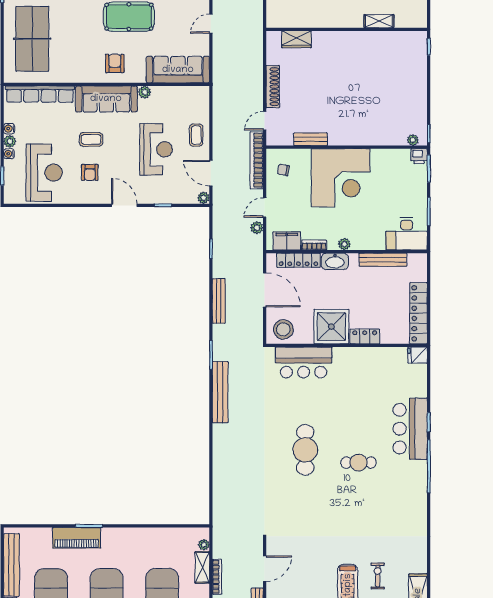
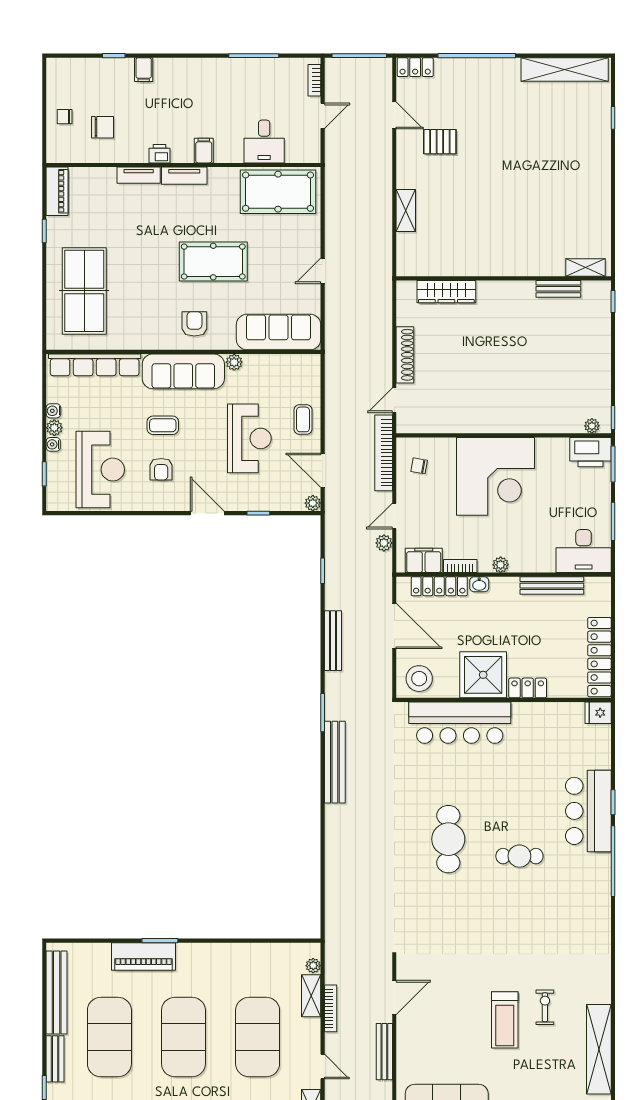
shelving: (379, 21) -> (585, 268), moved
wardrobe: (296, 39) -> (446, 292), width x1.50
bench: (311, 139) -> (558, 289), moved
printer: (419, 156) -> (590, 452), width x1.87, depth x1.48
washbasin: (335, 261) -> (479, 584), width x0.52, depth x0.69
bar counter: (304, 363) -> (460, 723), width x1.36

